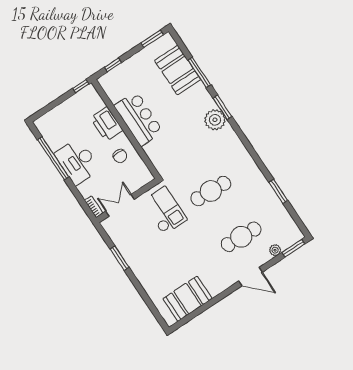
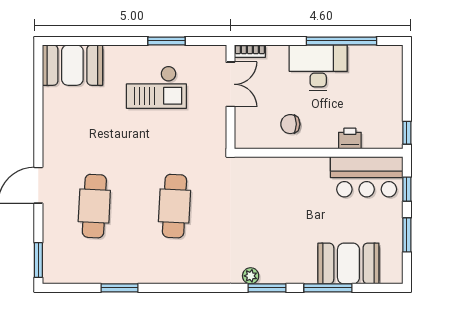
window: (152, 39) -> (407, 235), moved
bar counter: (139, 119) -> (367, 177), moved
plant: (215, 120) -> (251, 276), width x0.53, depth x0.53
printer: (107, 124) -> (350, 138), width x0.53, depth x0.68
checkout: (164, 211) -> (156, 87), moved
plant: (275, 250) -> (51, 236), removed
booth: (188, 299) -> (72, 65), moved, turned 90

